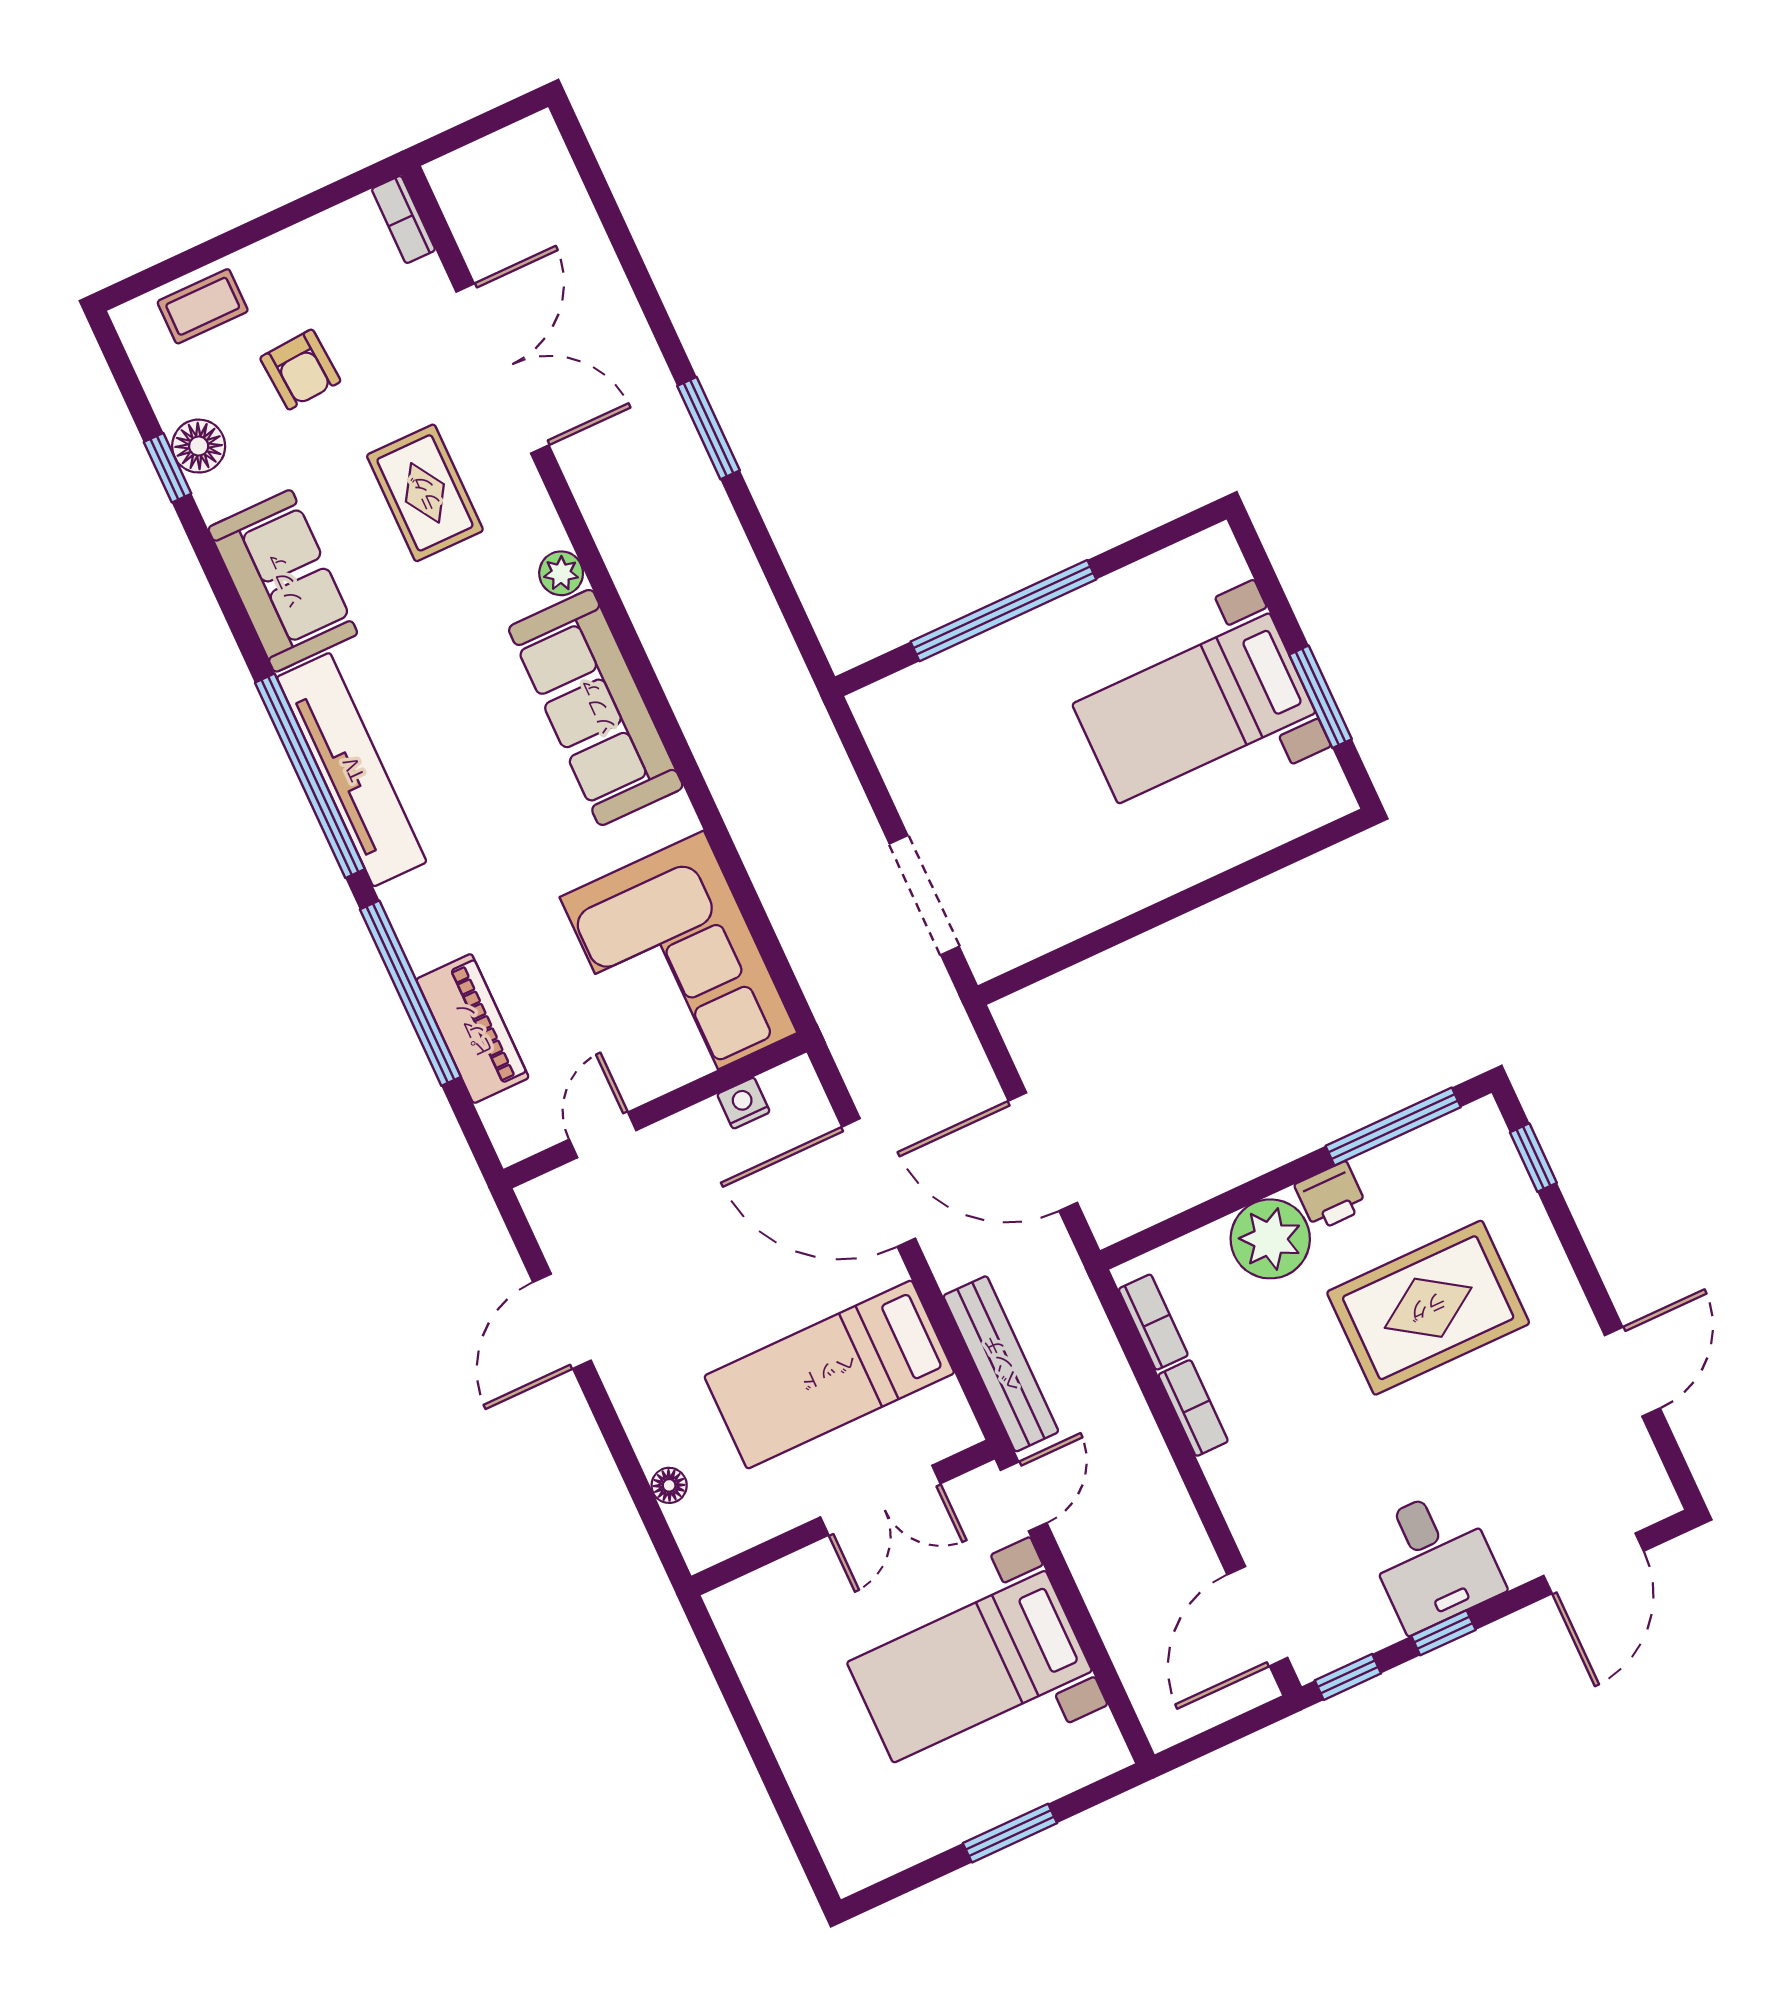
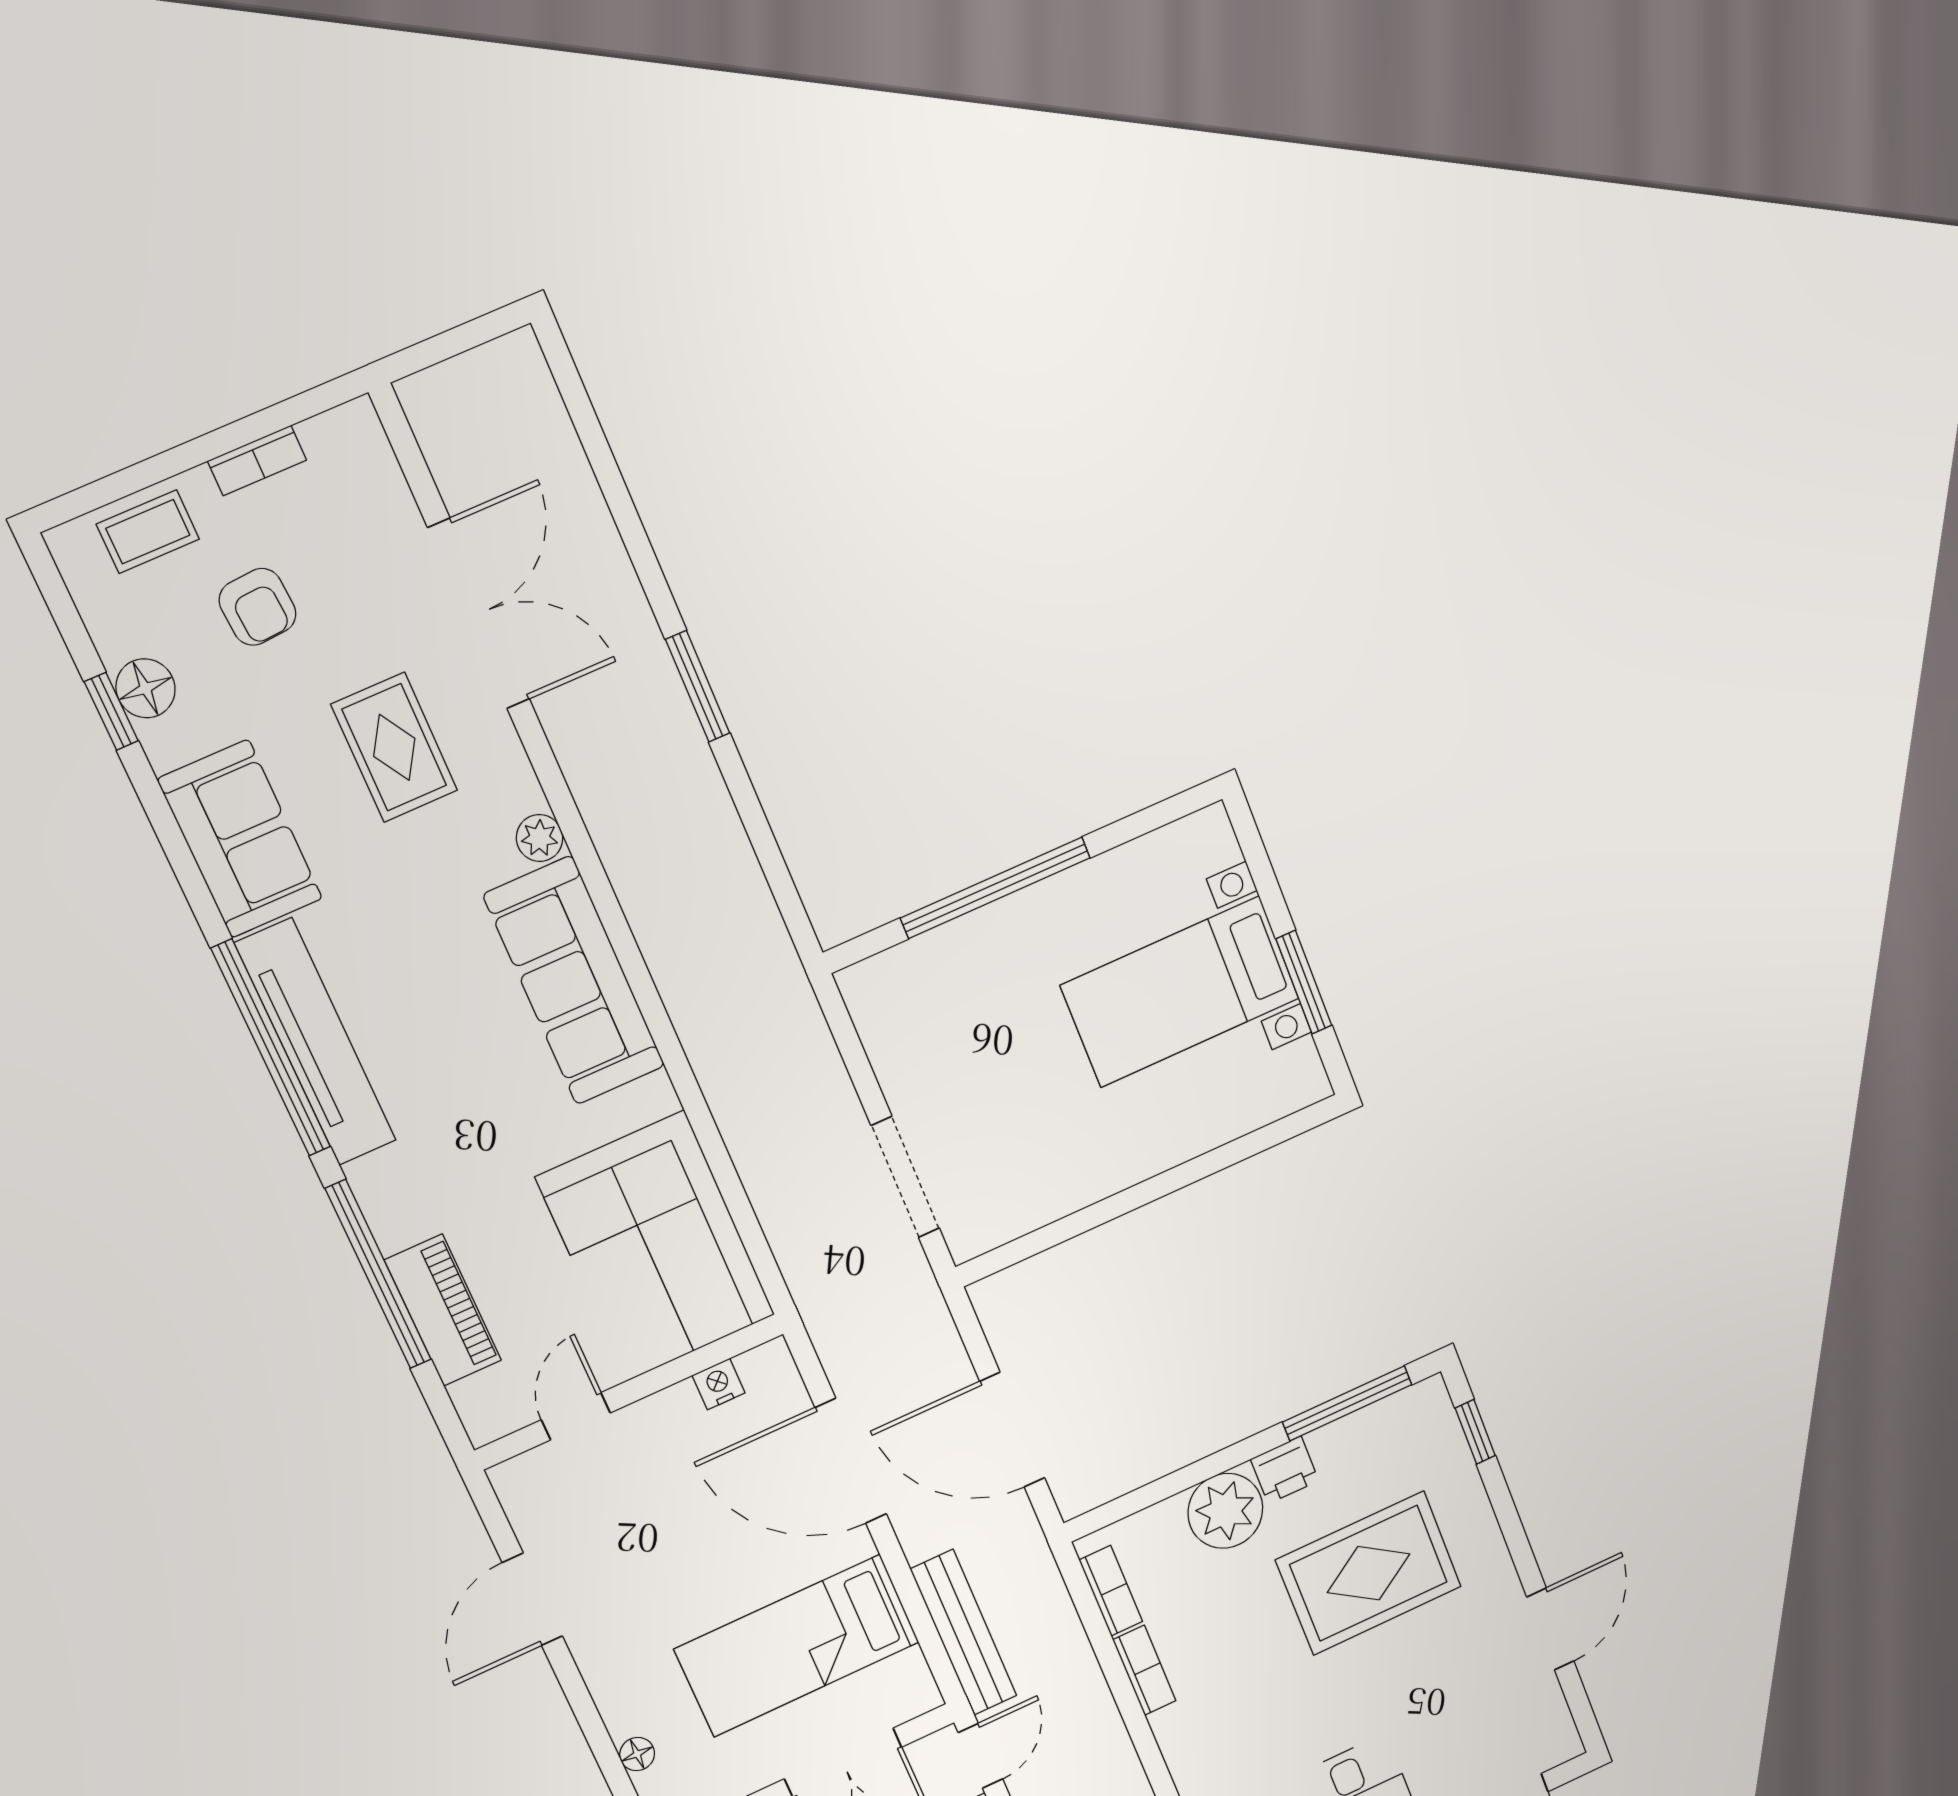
bookcase: (403, 219) -> (257, 461), moved, turned -90

